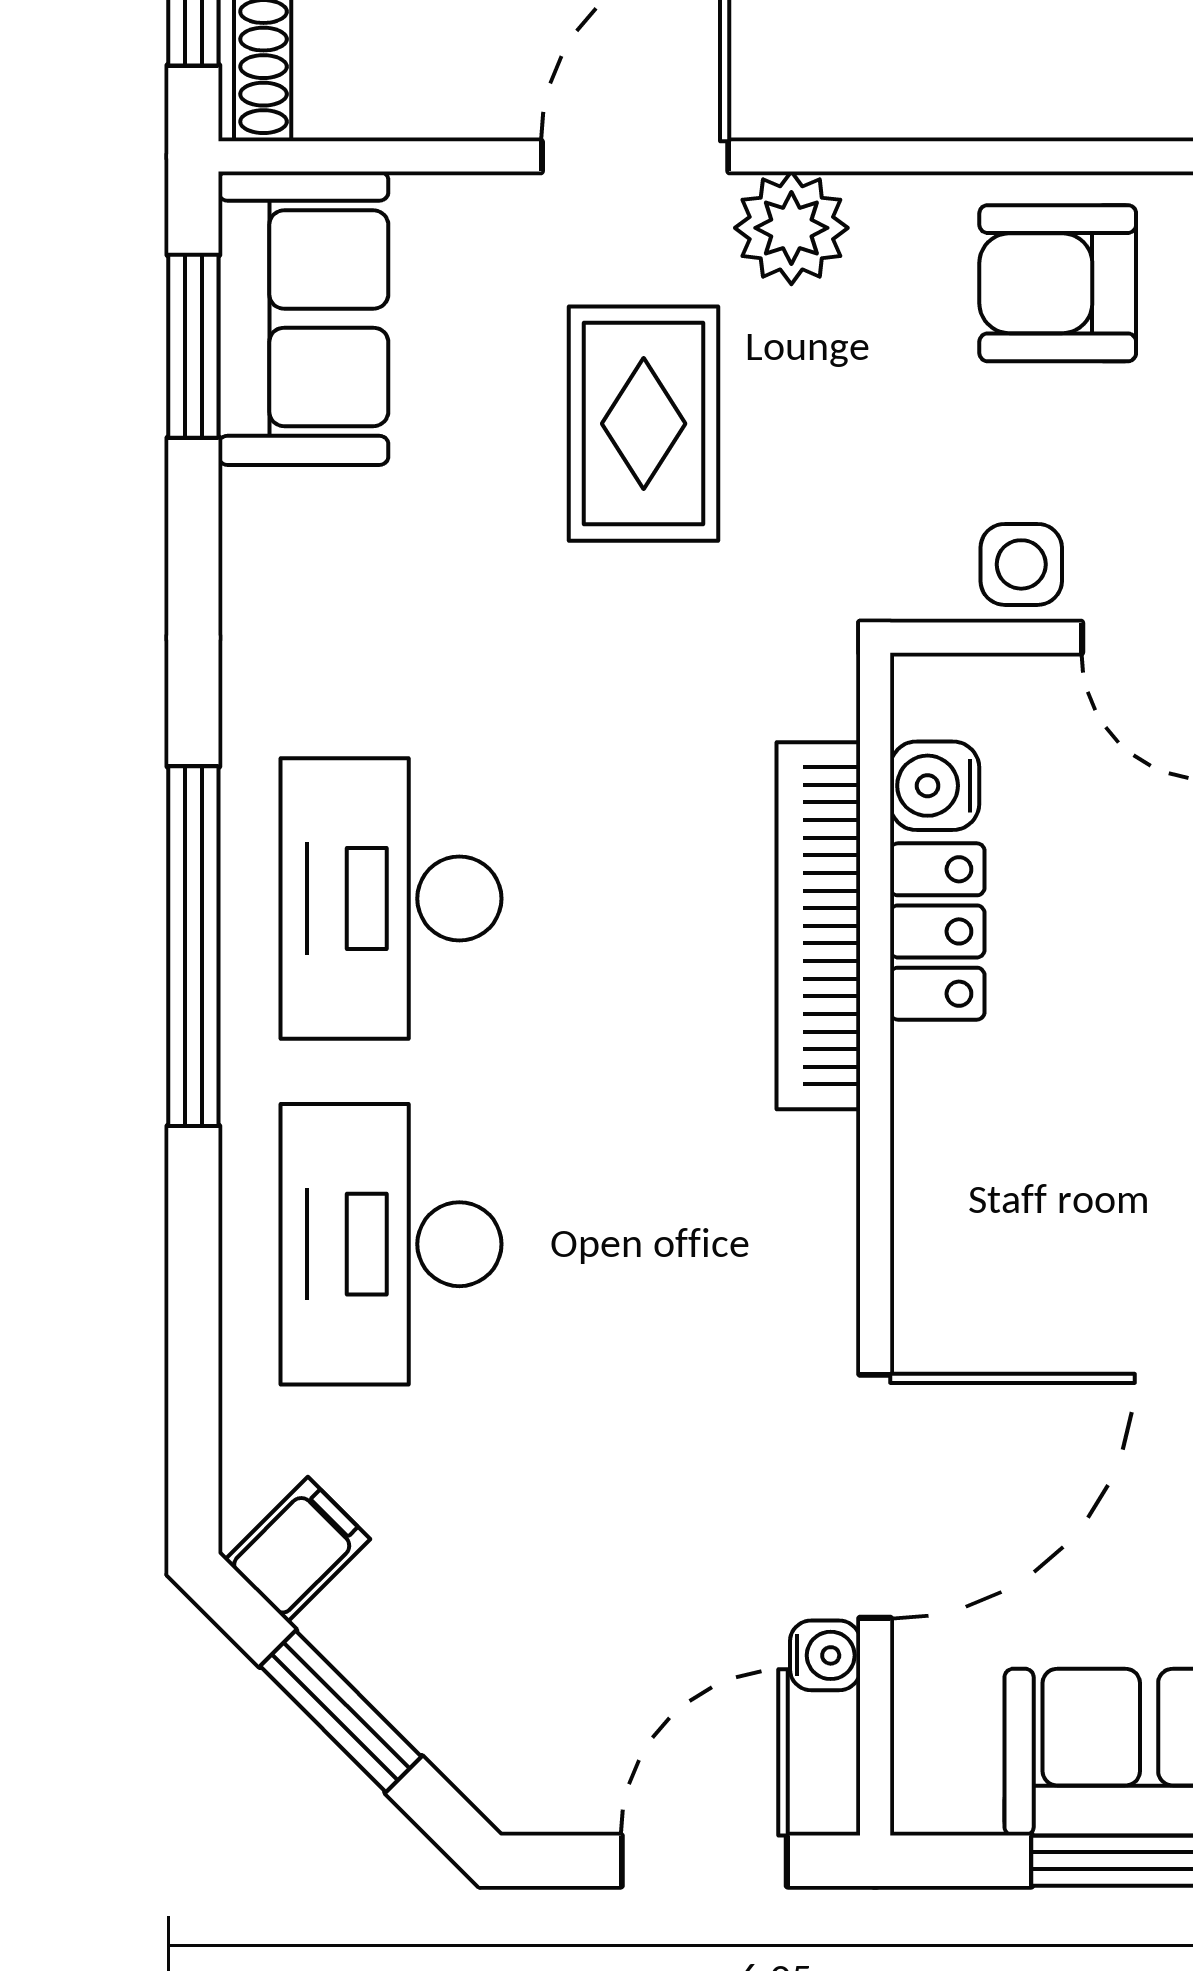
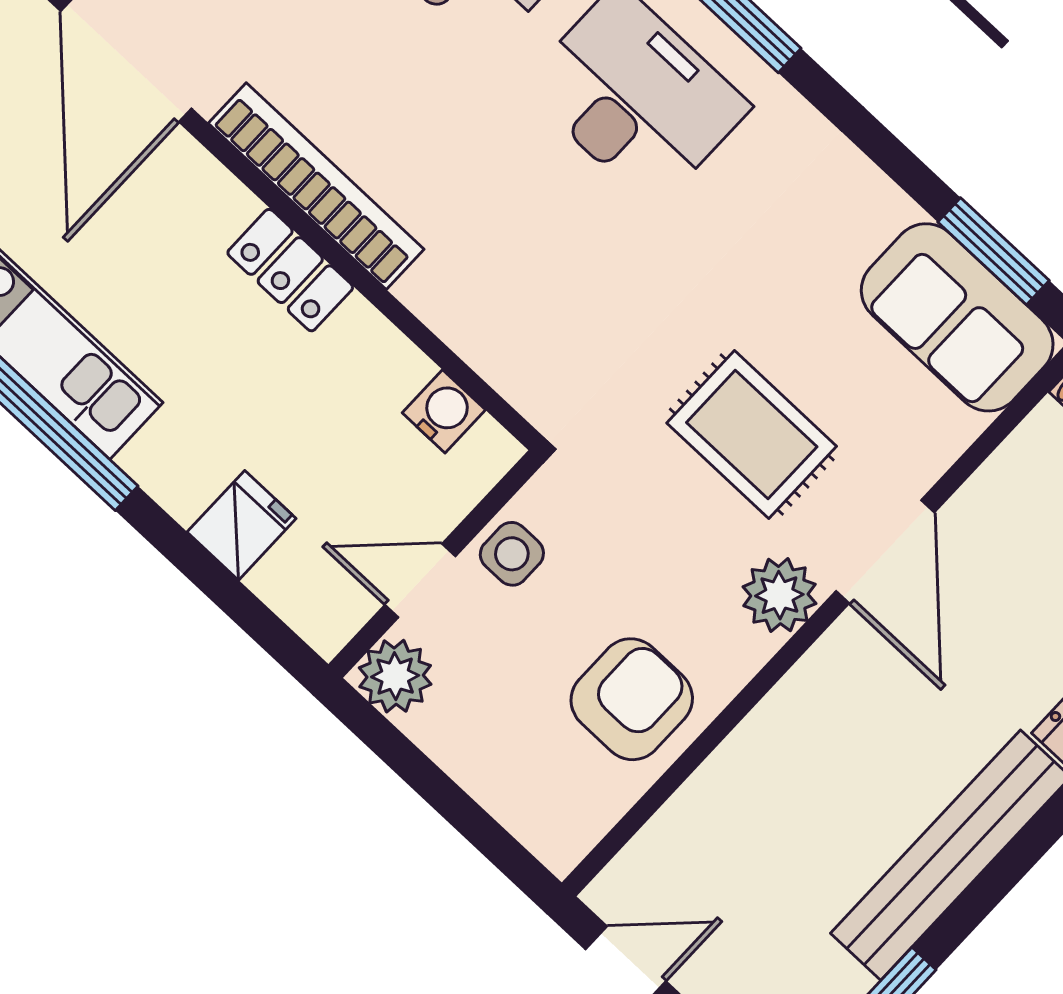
bookcase: (818, 926) -> (316, 186), moved
locker: (937, 931) -> (290, 270), moved

